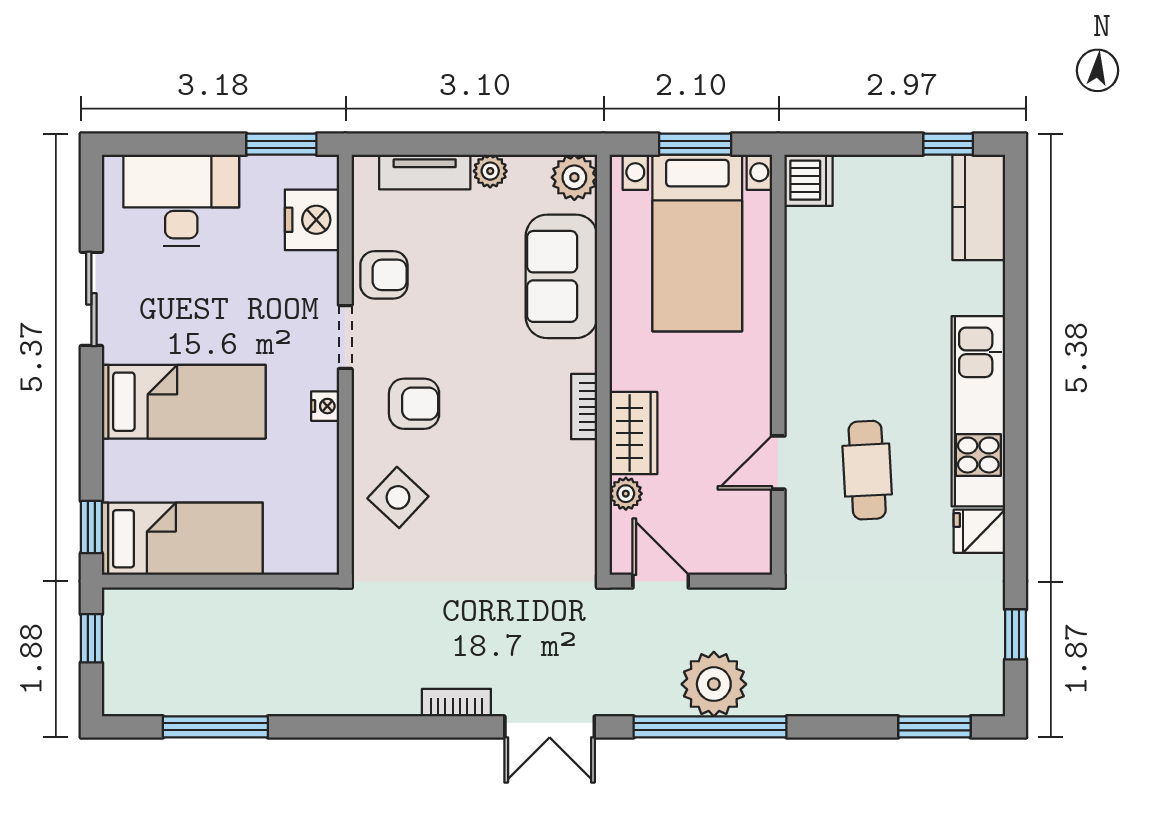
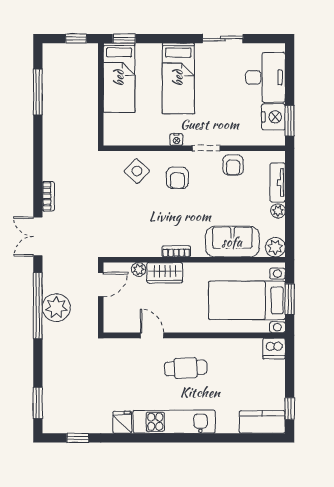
nightstand: (312, 220) -> (273, 117), moved, turned -90
cafe table: (867, 470) -> (186, 368), moved

